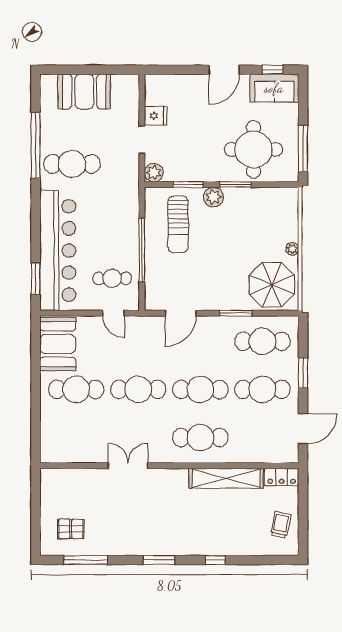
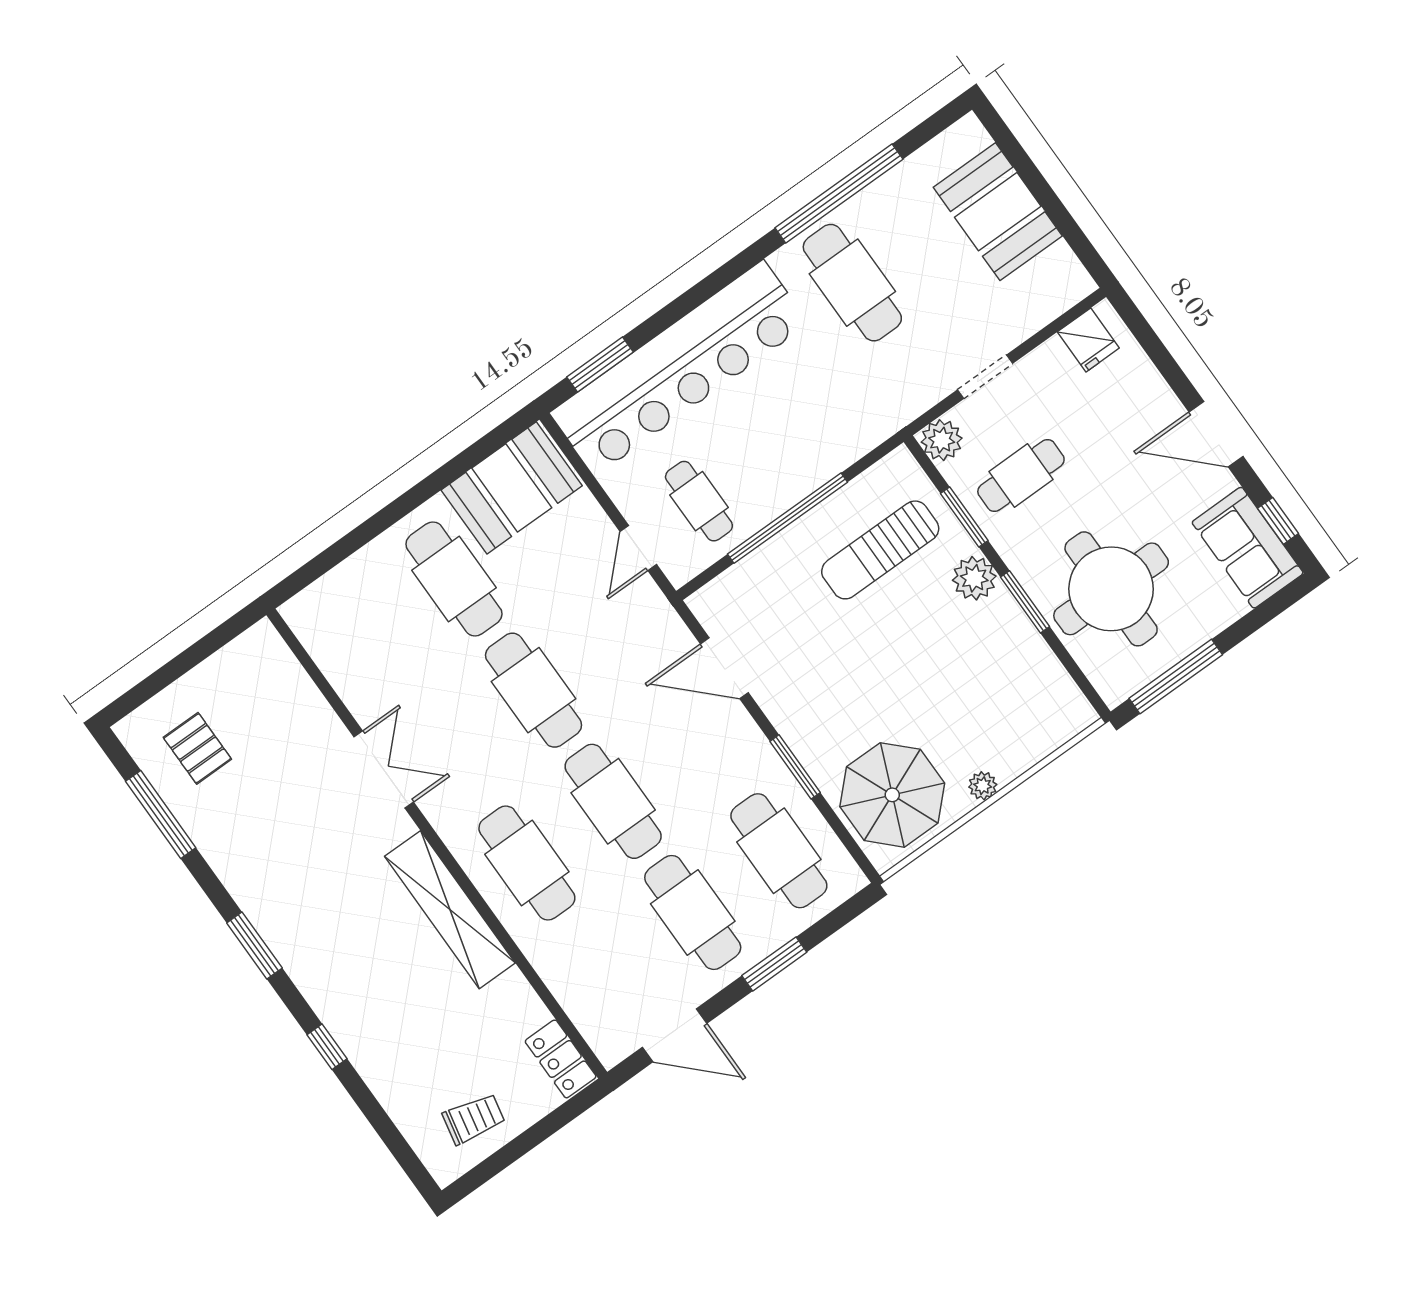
fridge: (156, 116) -> (1088, 340), moved
cafe table: (188, 153) -> (1021, 475), added
shelving: (226, 478) -> (450, 910), moved

